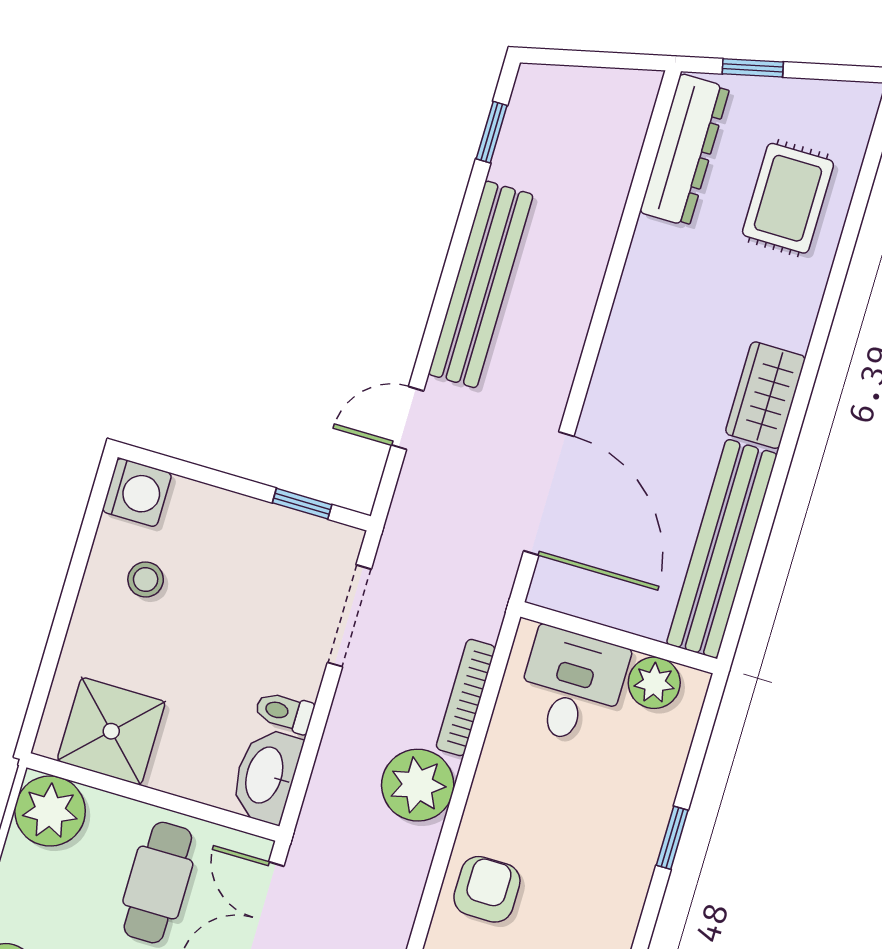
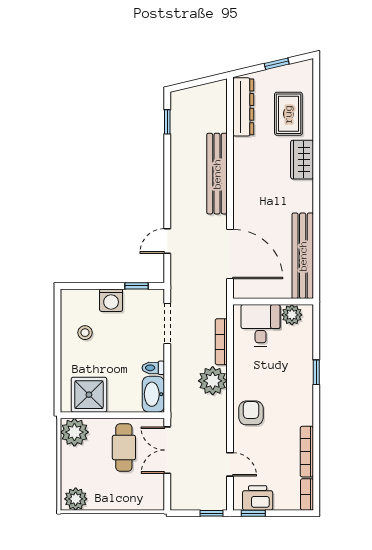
window: (753, 68) -> (277, 64), moved
bench: (481, 284) -> (217, 174), moved
wardrobe: (765, 395) -> (302, 160), moved
washing machine: (137, 492) -> (111, 300), moved, turned 90

